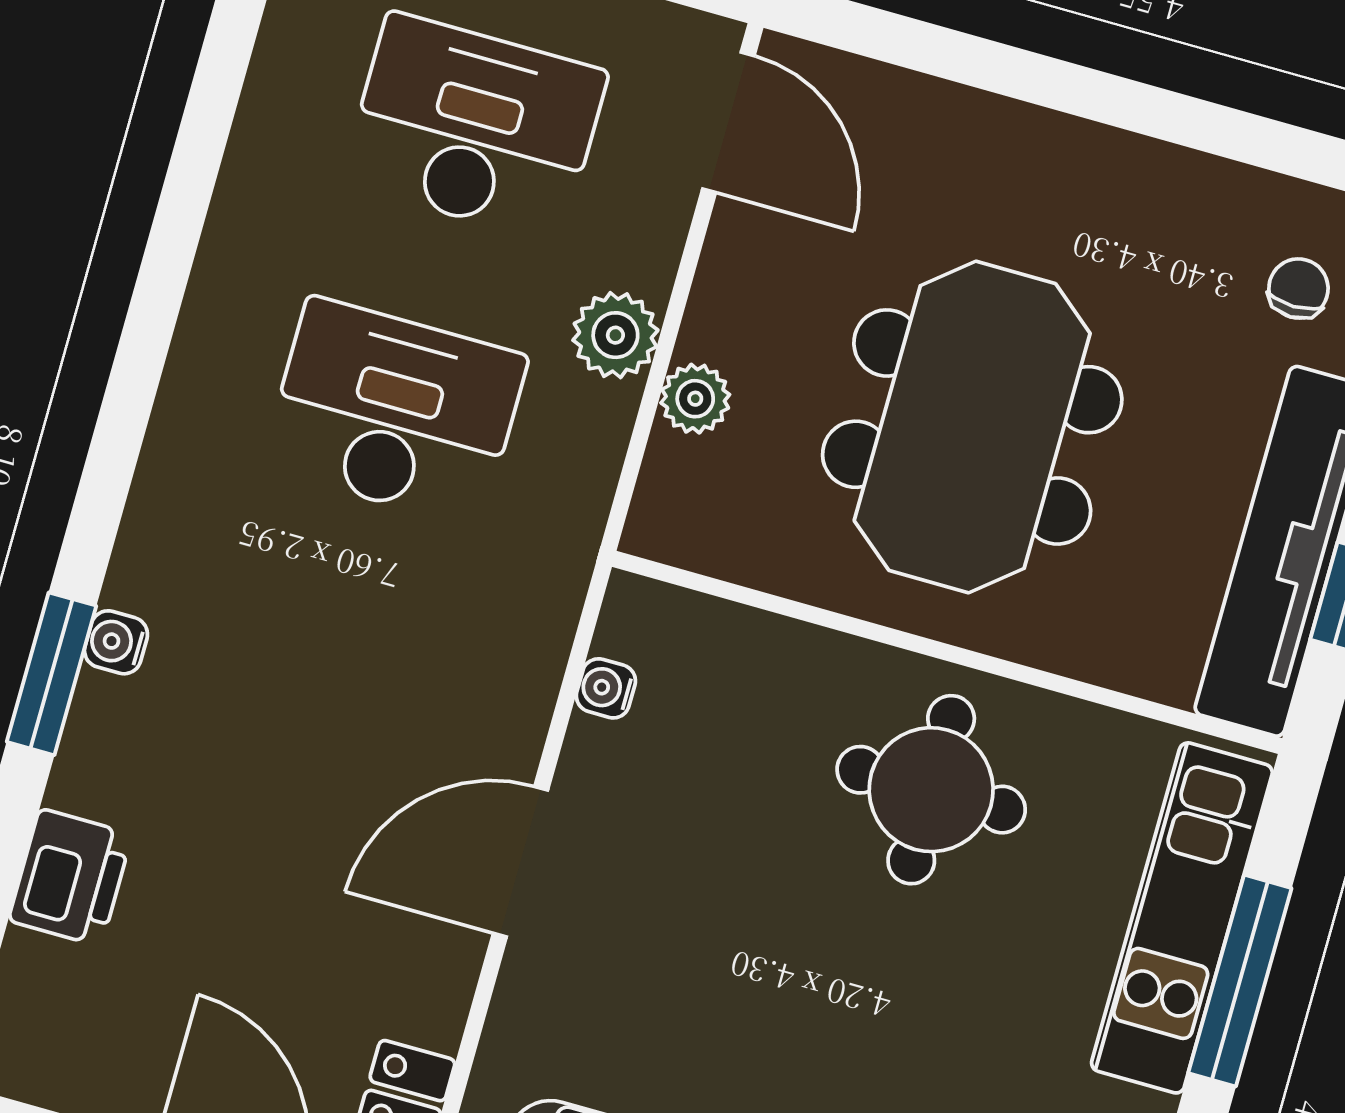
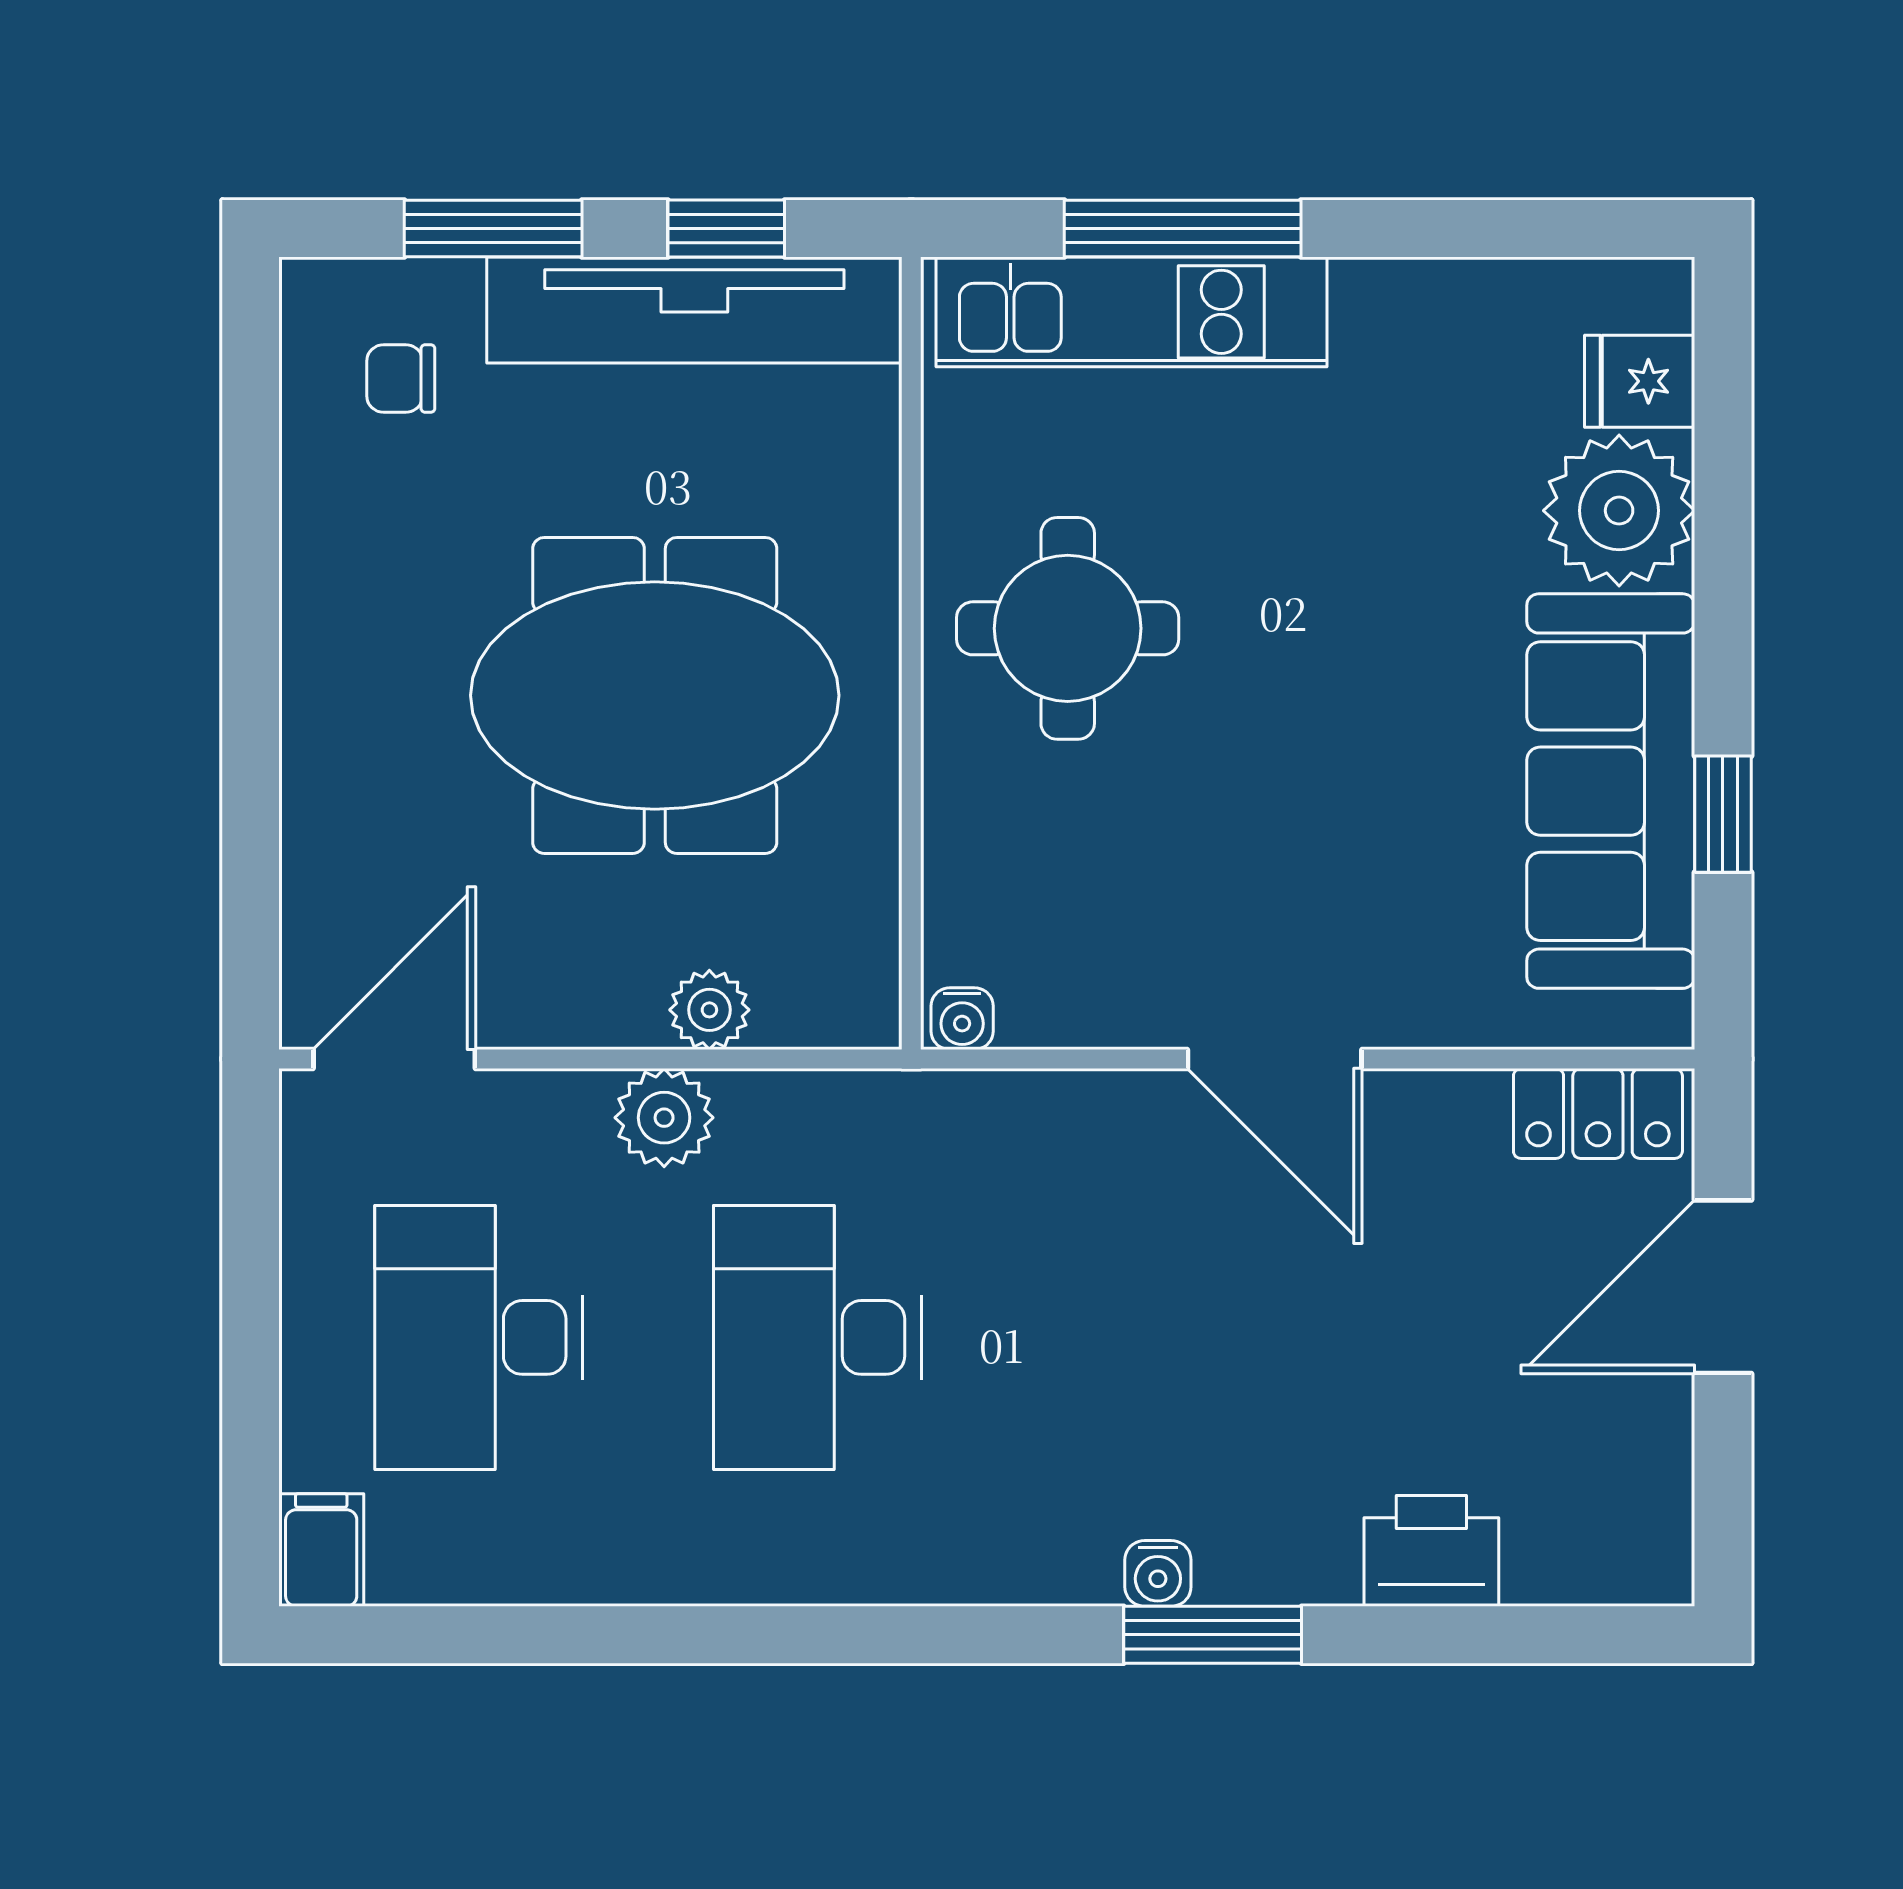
water cooler: (606, 688) -> (962, 1019), moved

